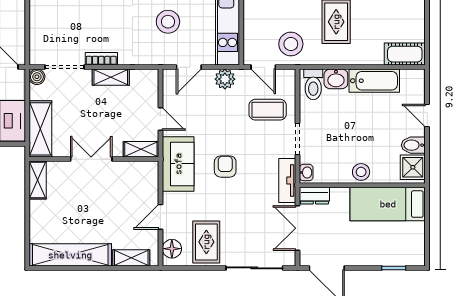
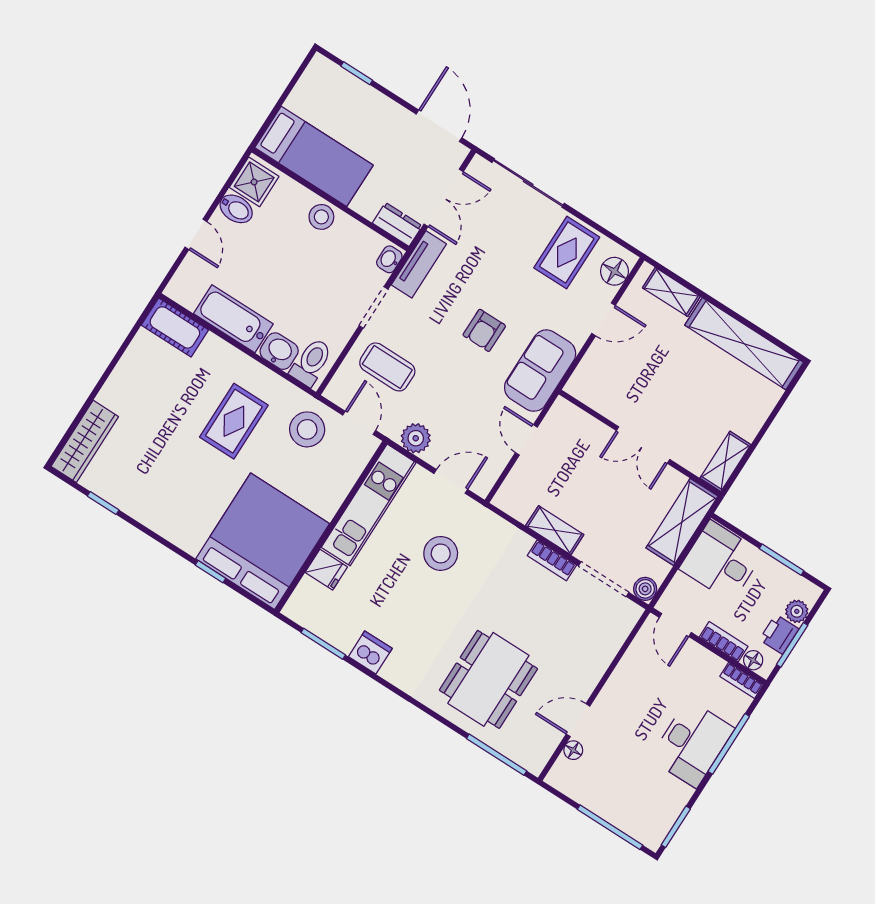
shelving: (141, 149) -> (574, 418), removed

